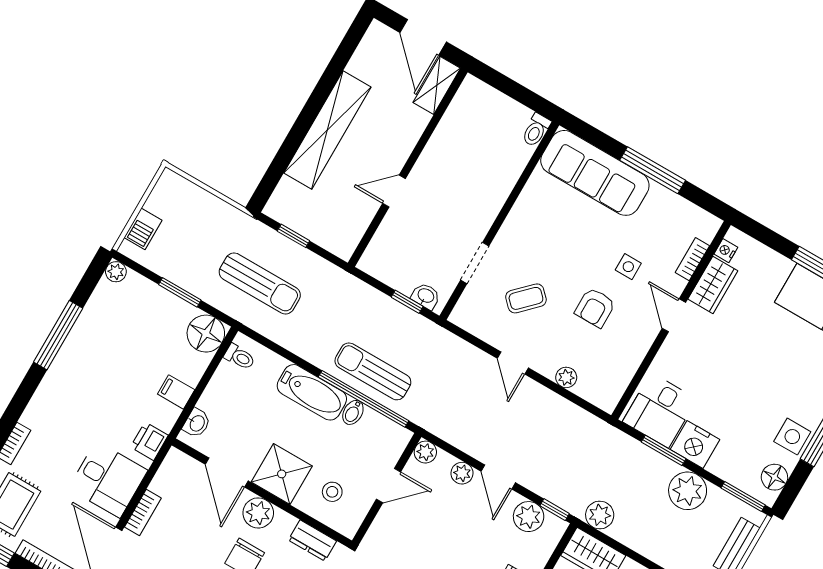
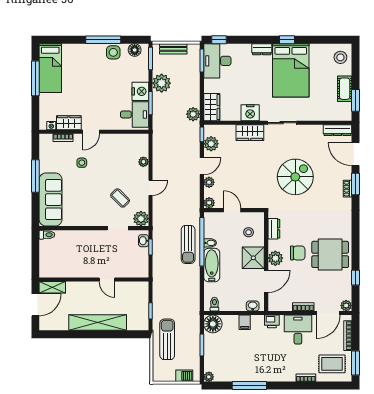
sun lounger: (260, 283) -> (167, 339), moved
armchair: (595, 308) -> (107, 167), removed
plant: (467, 314) -> (141, 219), added

